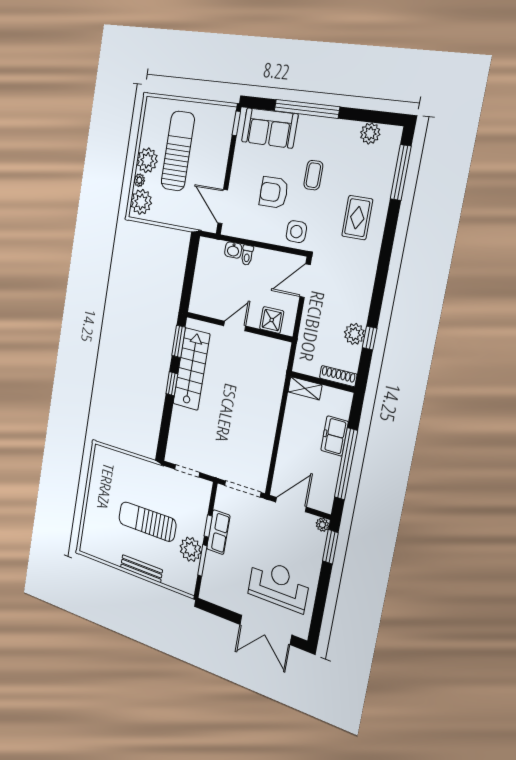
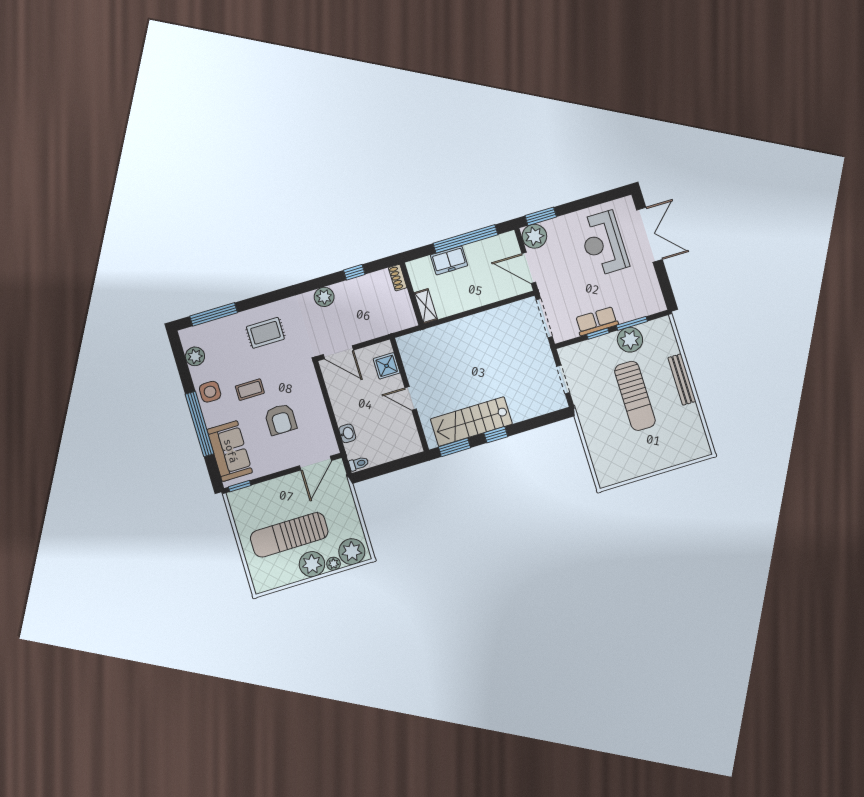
side table: (296, 232) -> (210, 392), moved
toilet: (247, 255) -> (359, 464), moved
plant: (354, 334) -> (324, 297), moved
shoe rack: (338, 376) -> (398, 278), width x0.70
plant: (322, 525) -> (534, 236), width x1.88, depth x1.88

